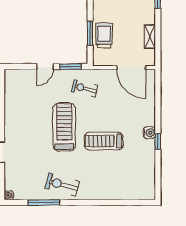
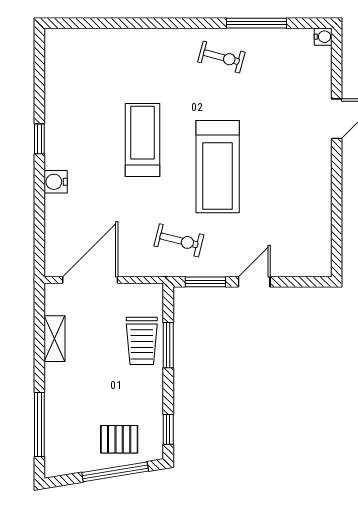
door: (131, 68) -> (90, 280), hinge flipped
water cooler: (149, 133) -> (56, 182), moved
treadmill: (104, 141) -> (142, 140), turned -90
exercise bike: (62, 185) -> (221, 57), width x0.73, depth x0.72

